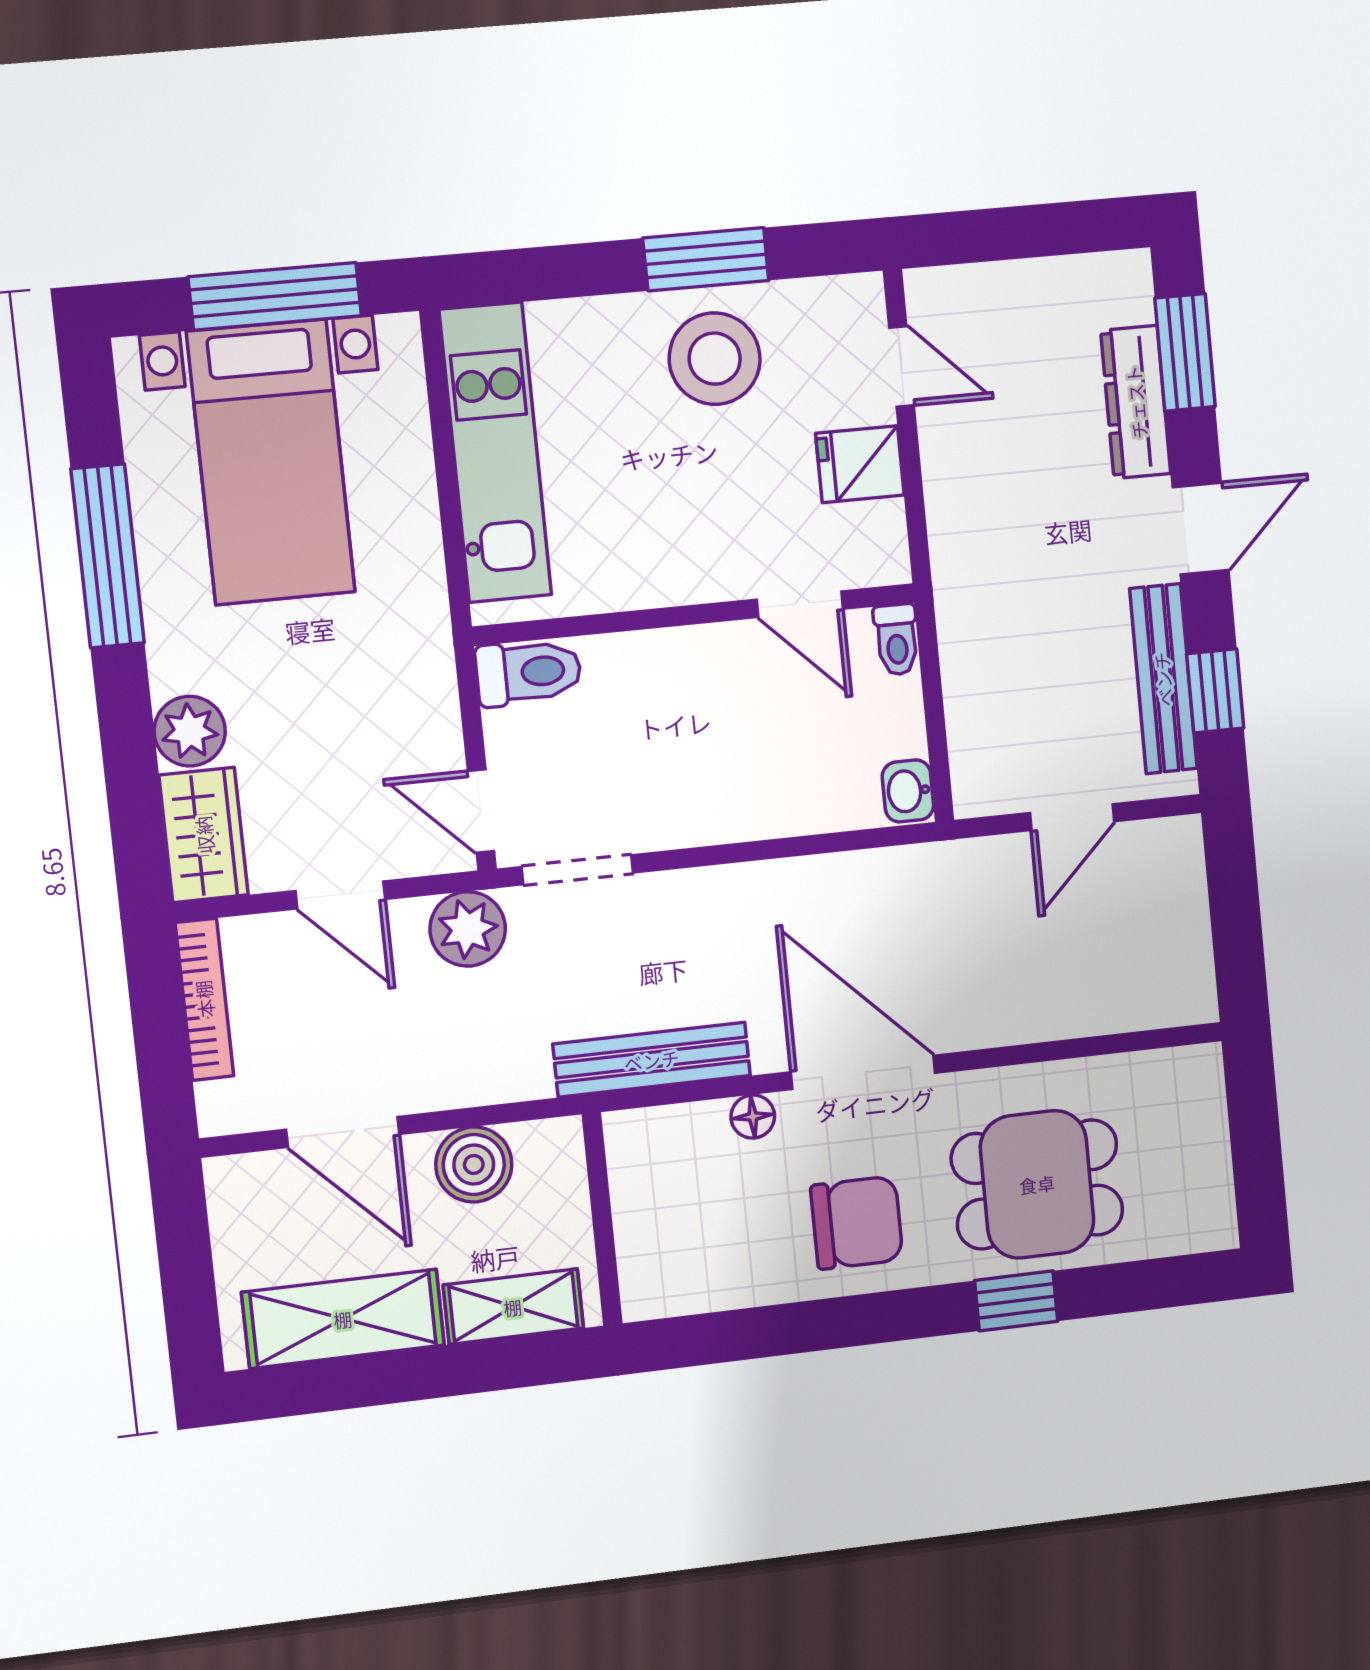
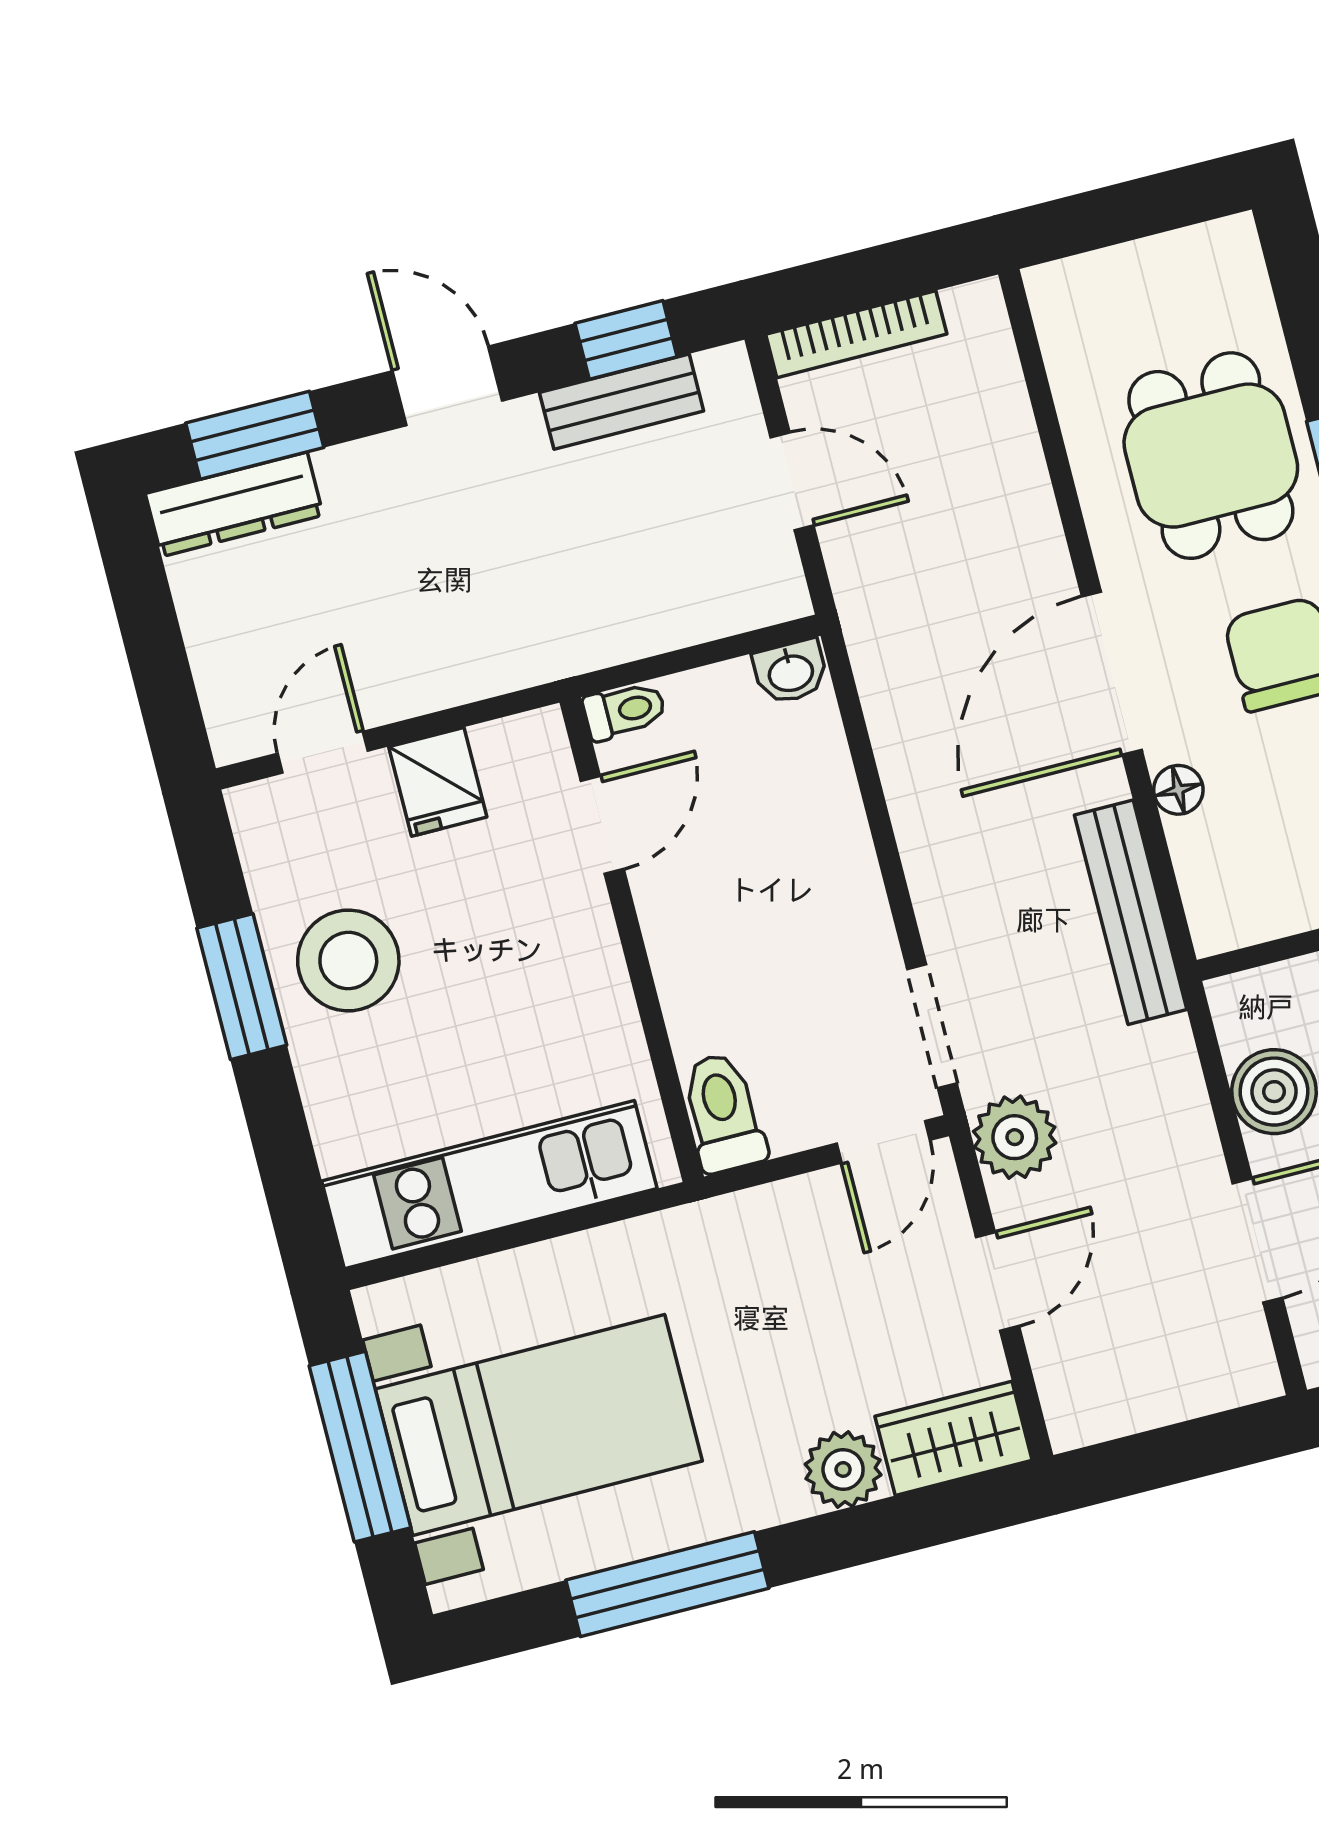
dresser: (1136, 402) -> (234, 504), moved
bench: (1163, 679) -> (622, 402), width x0.73
bookcase: (204, 999) -> (856, 334), moved, turned 180

